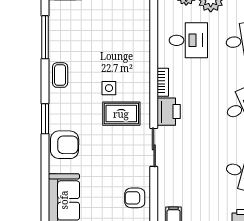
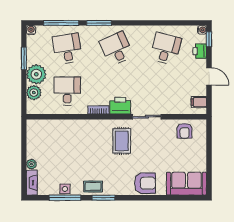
side table: (109, 88) -> (65, 189), moved
window: (45, 119) -> (104, 198), moved
armchair: (65, 145) -> (145, 183), turned 89

